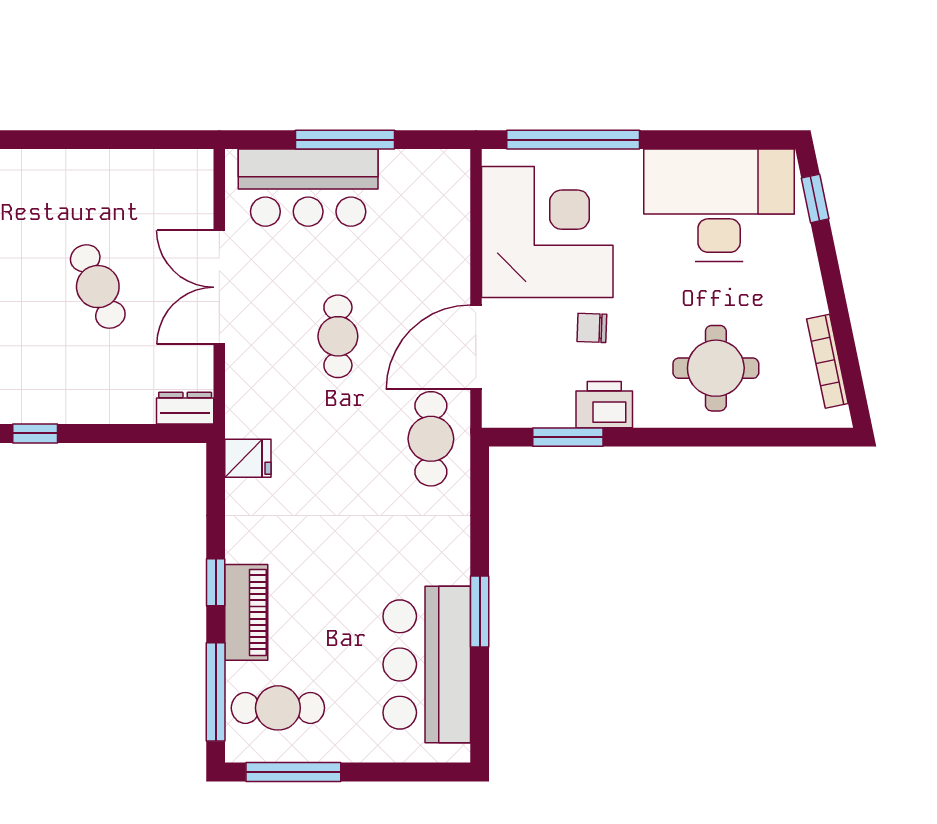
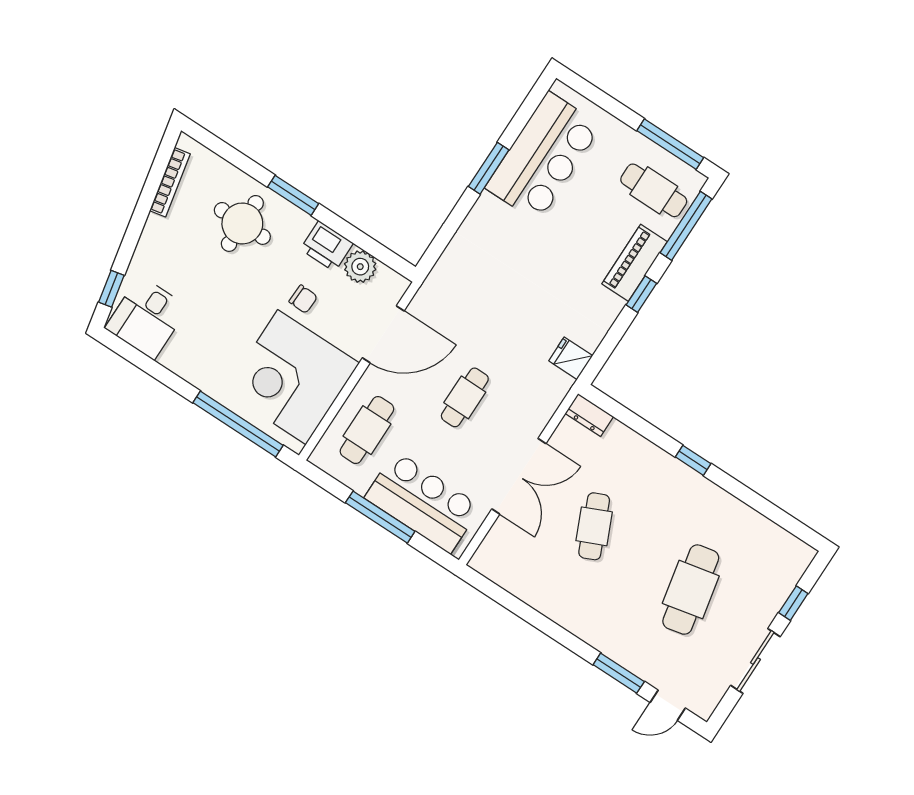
desk: (719, 205) -> (147, 318), width x0.53, depth x0.77
plant: (552, 406) -> (360, 267), added
window: (568, 437) -> (293, 195), moved
cafe table: (431, 439) -> (367, 430), moved

